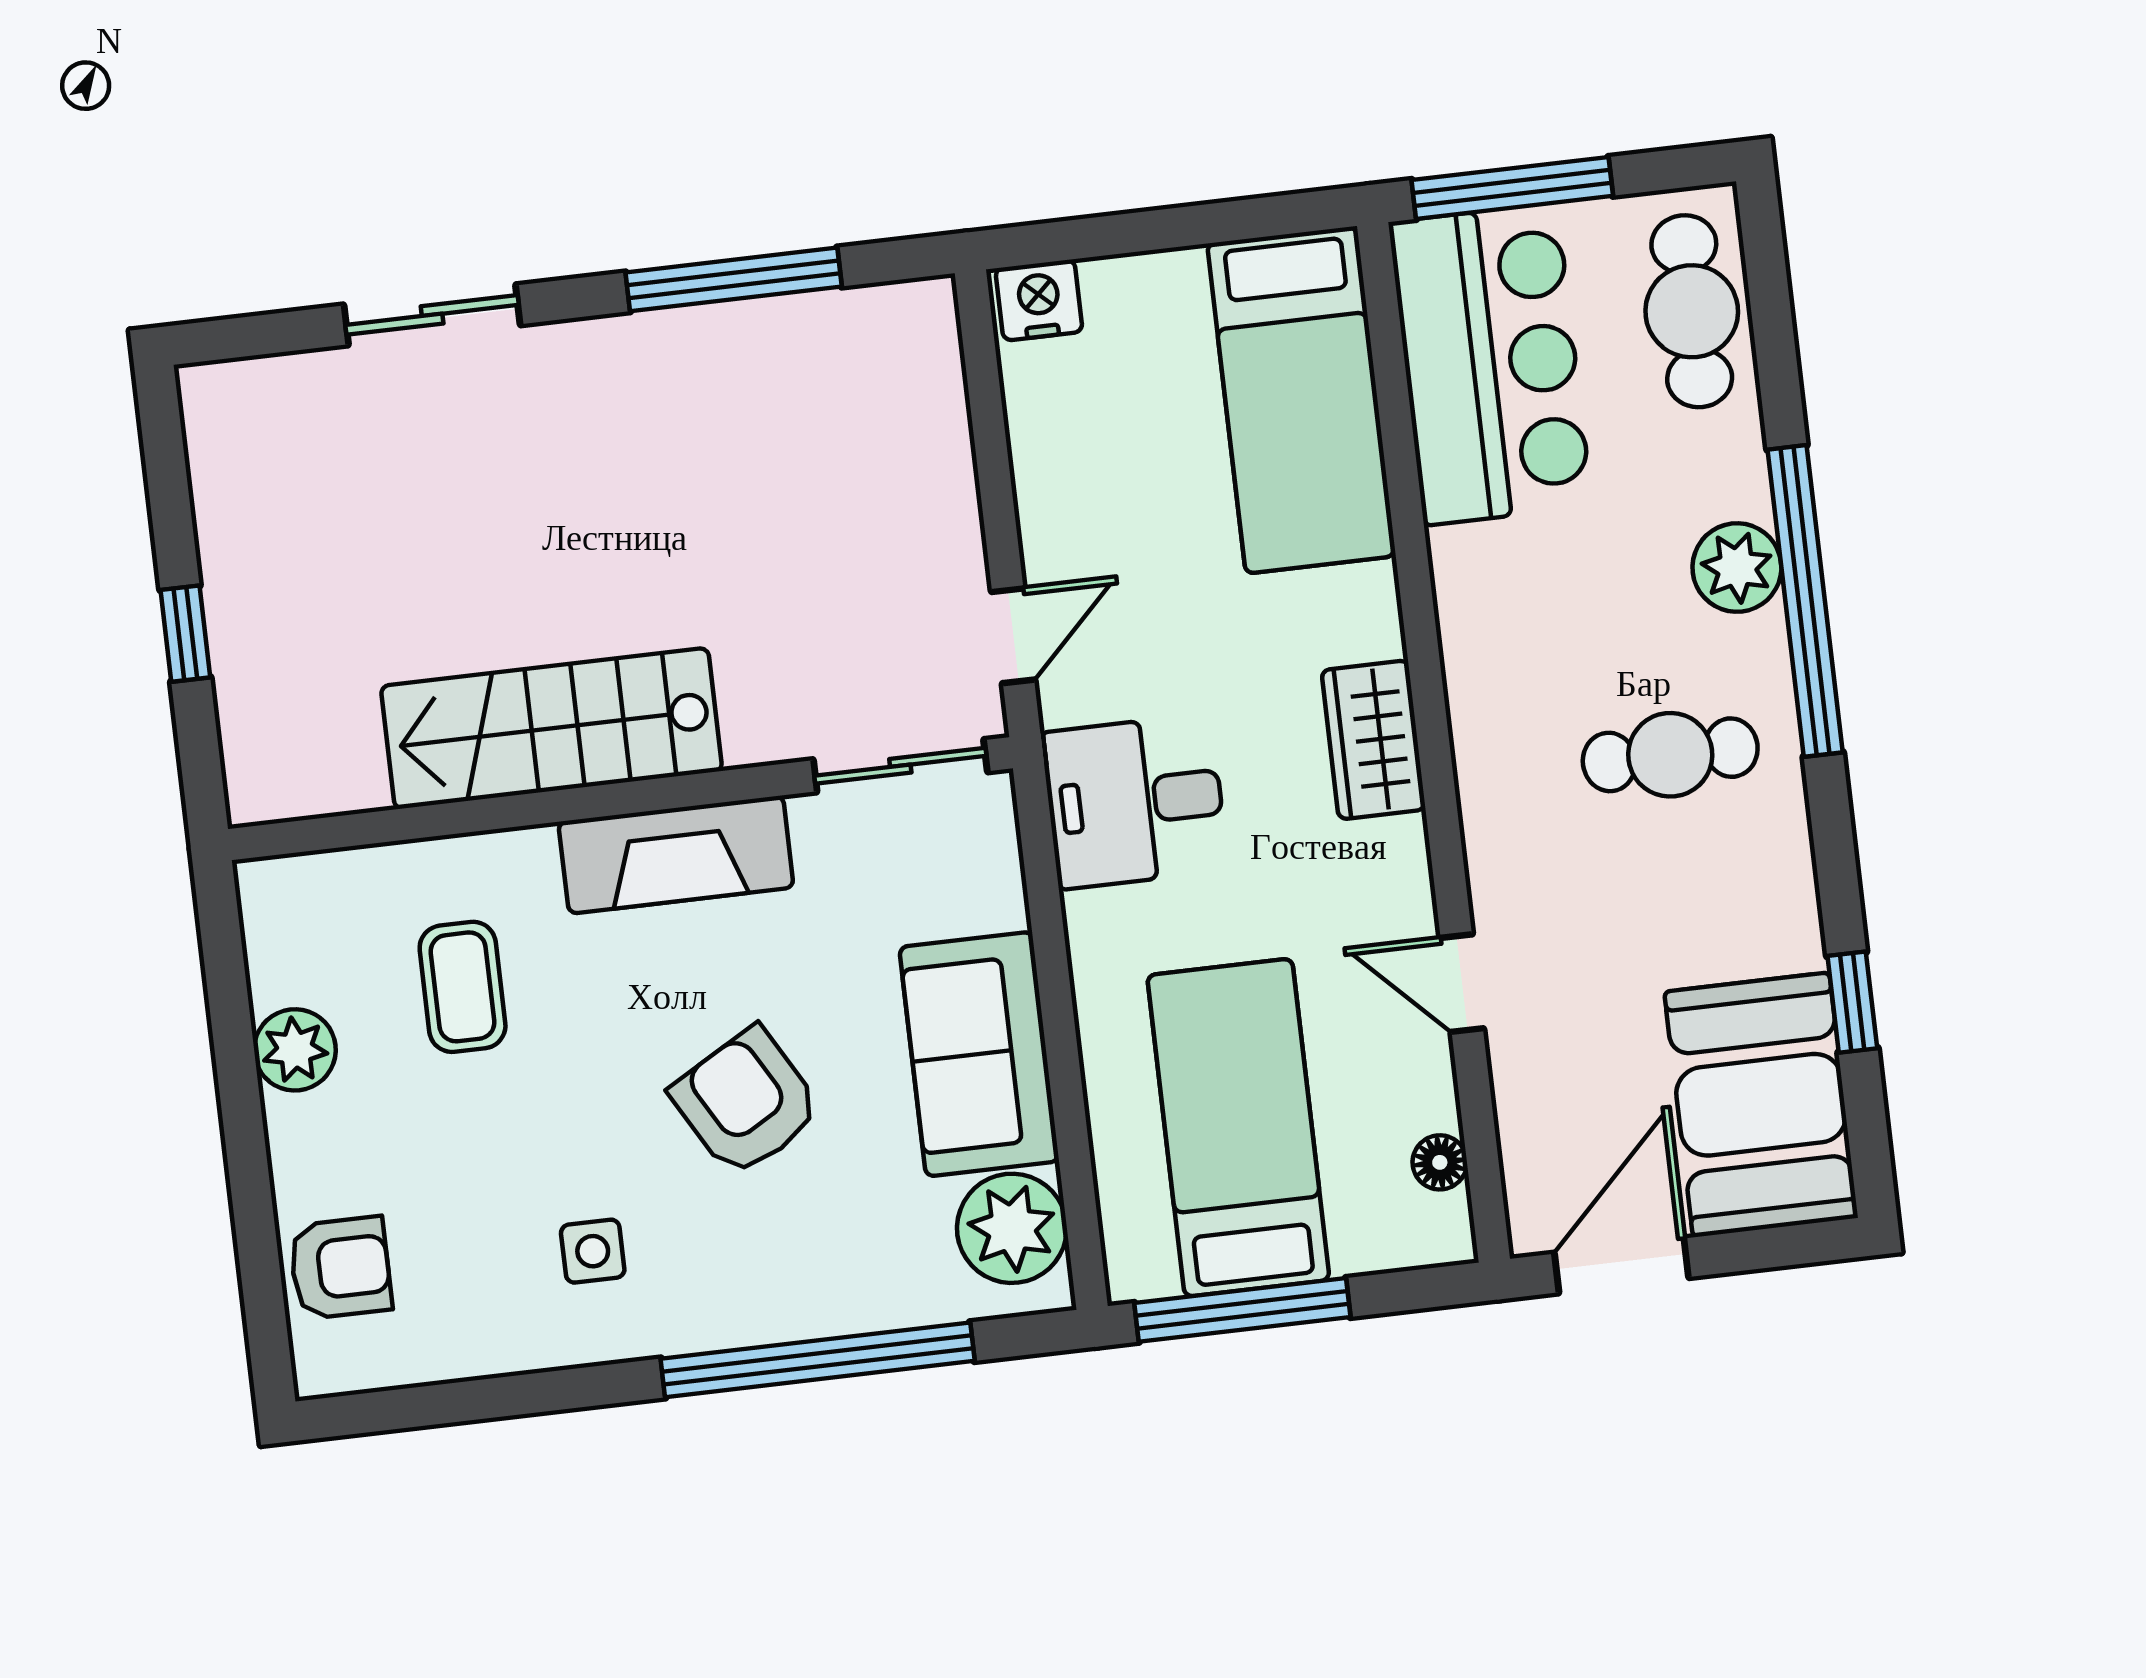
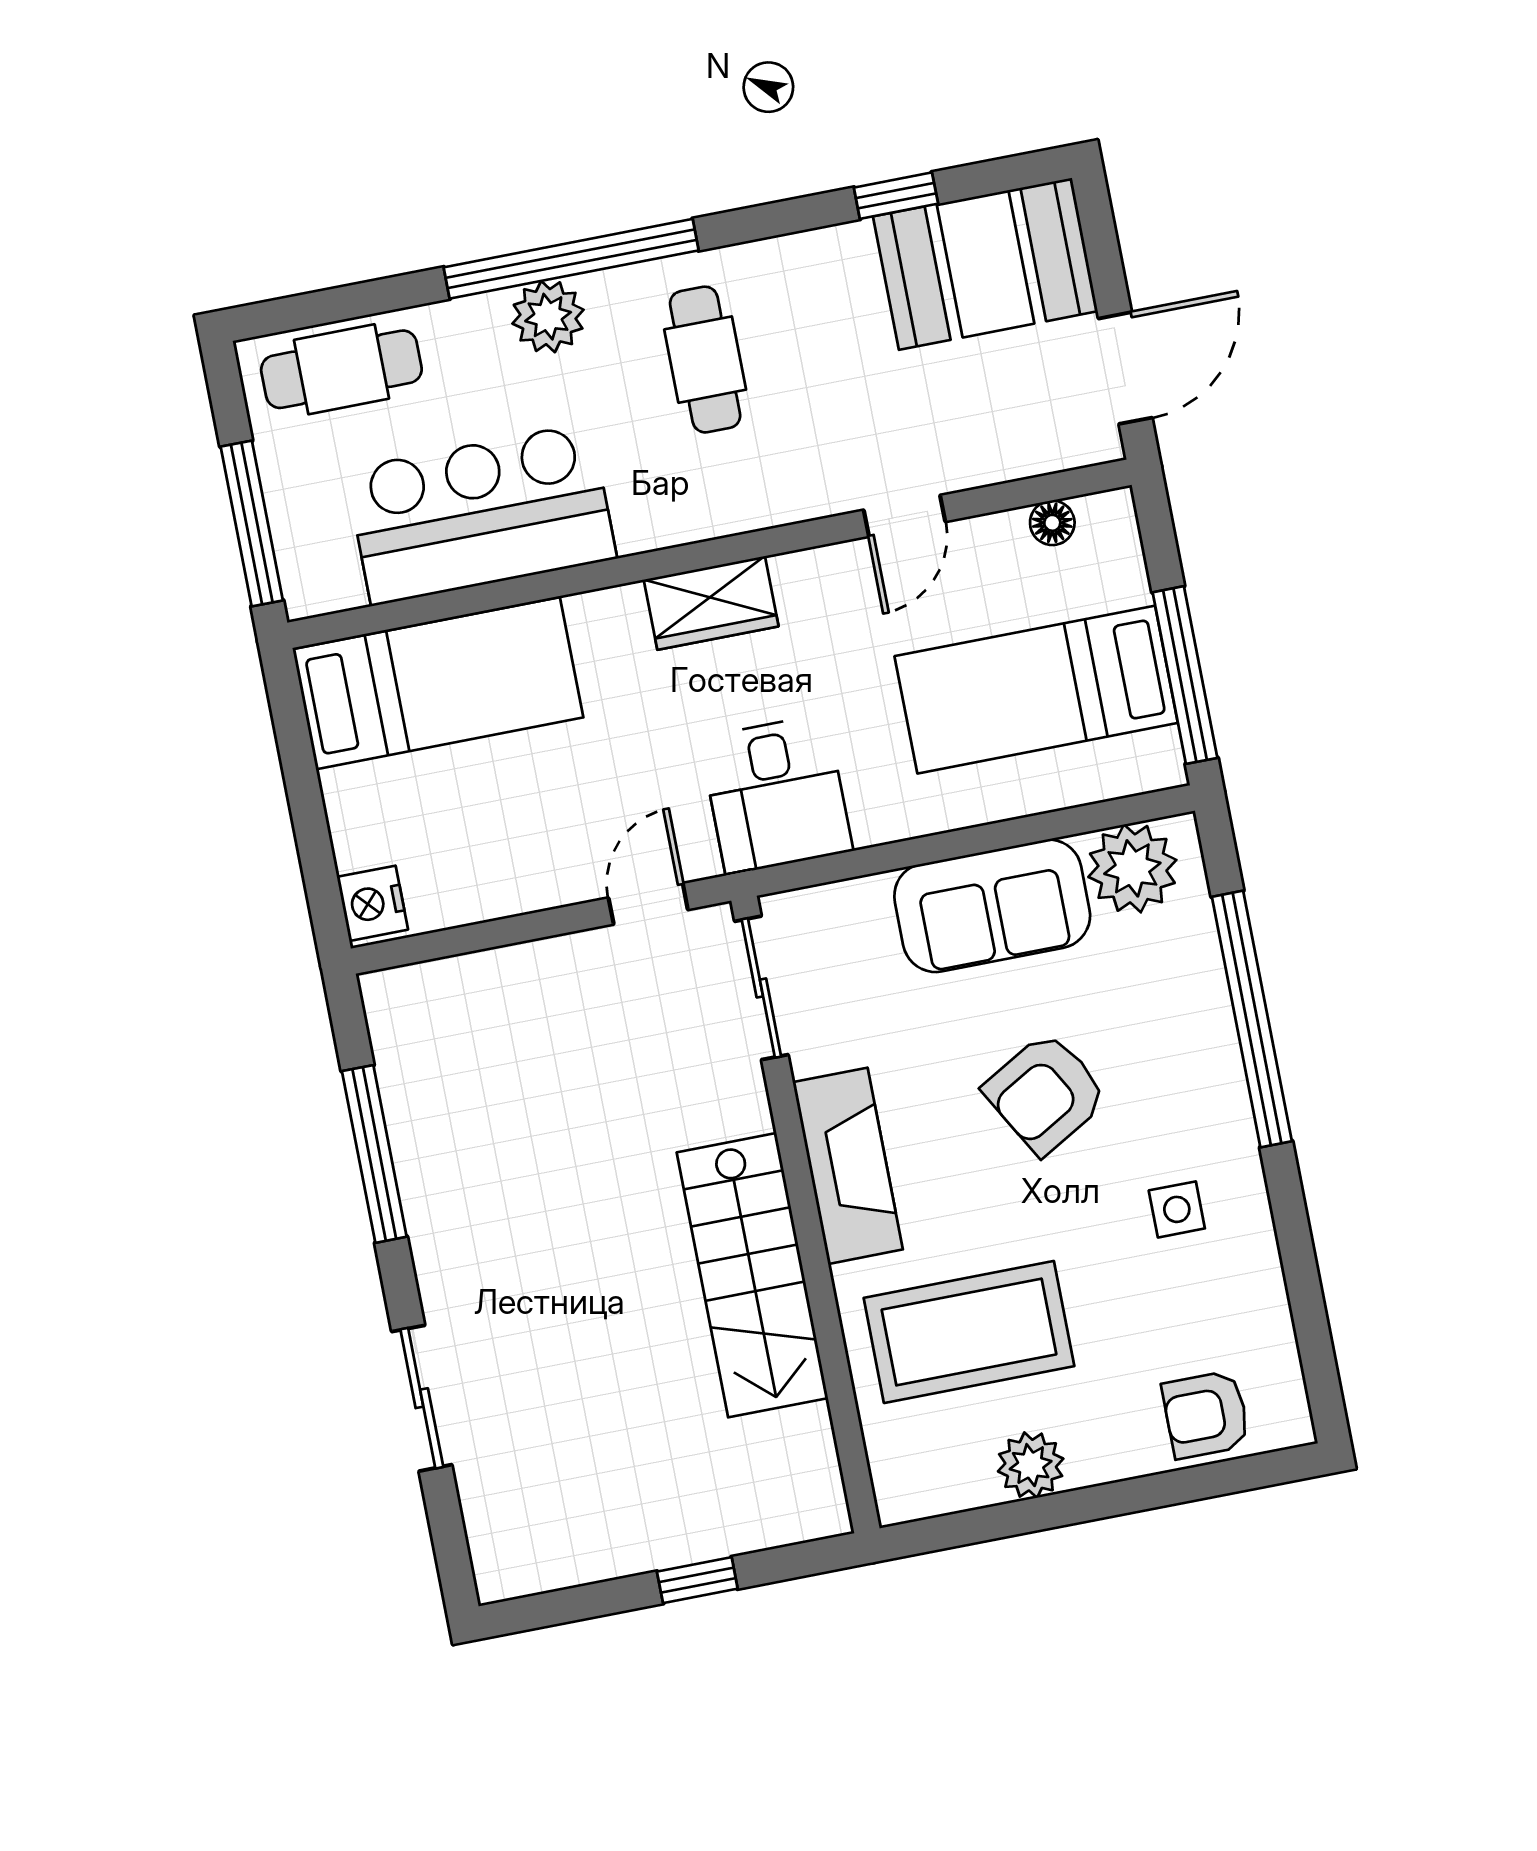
bar counter: (1490, 364) -> (481, 514), moved
door: (1013, 636) -> (648, 904), hinge flipped
coffee table: (463, 987) -> (969, 1332), width x1.86, depth x1.72
door: (1621, 1265) -> (1125, 368), swing flipped
armchair: (340, 1268) -> (1206, 1415), turned -90

